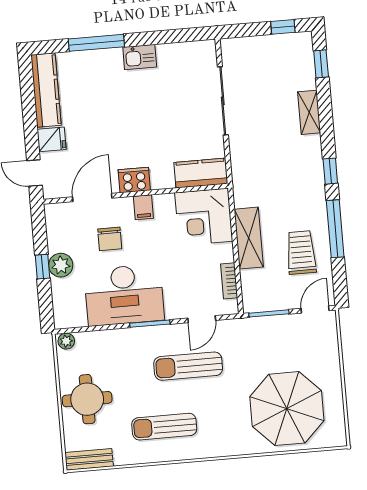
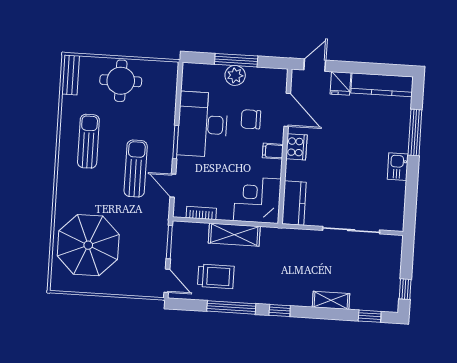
window: (42, 267) -> (236, 60), width x2.17
plant: (66, 341) -> (171, 71), removed

